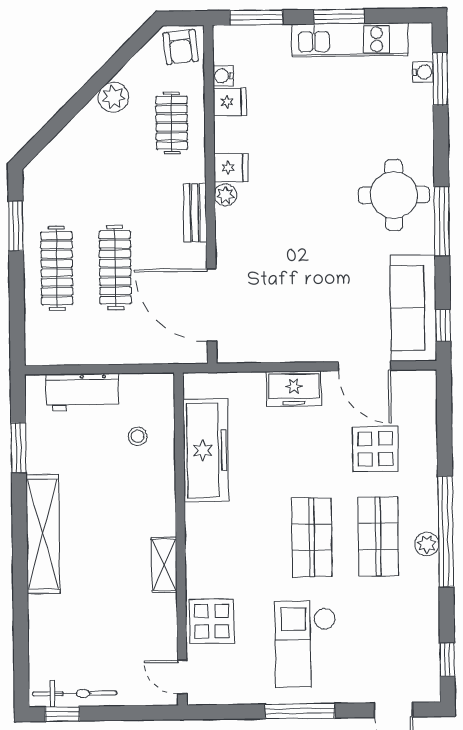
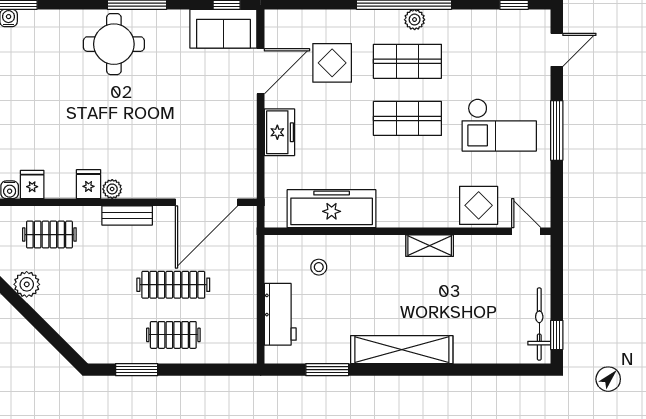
clothes rail: (57, 268) -> (173, 335), width x0.73
sofa: (413, 308) -> (223, 29), width x0.73
door: (182, 677) -> (526, 231), swing flipped

